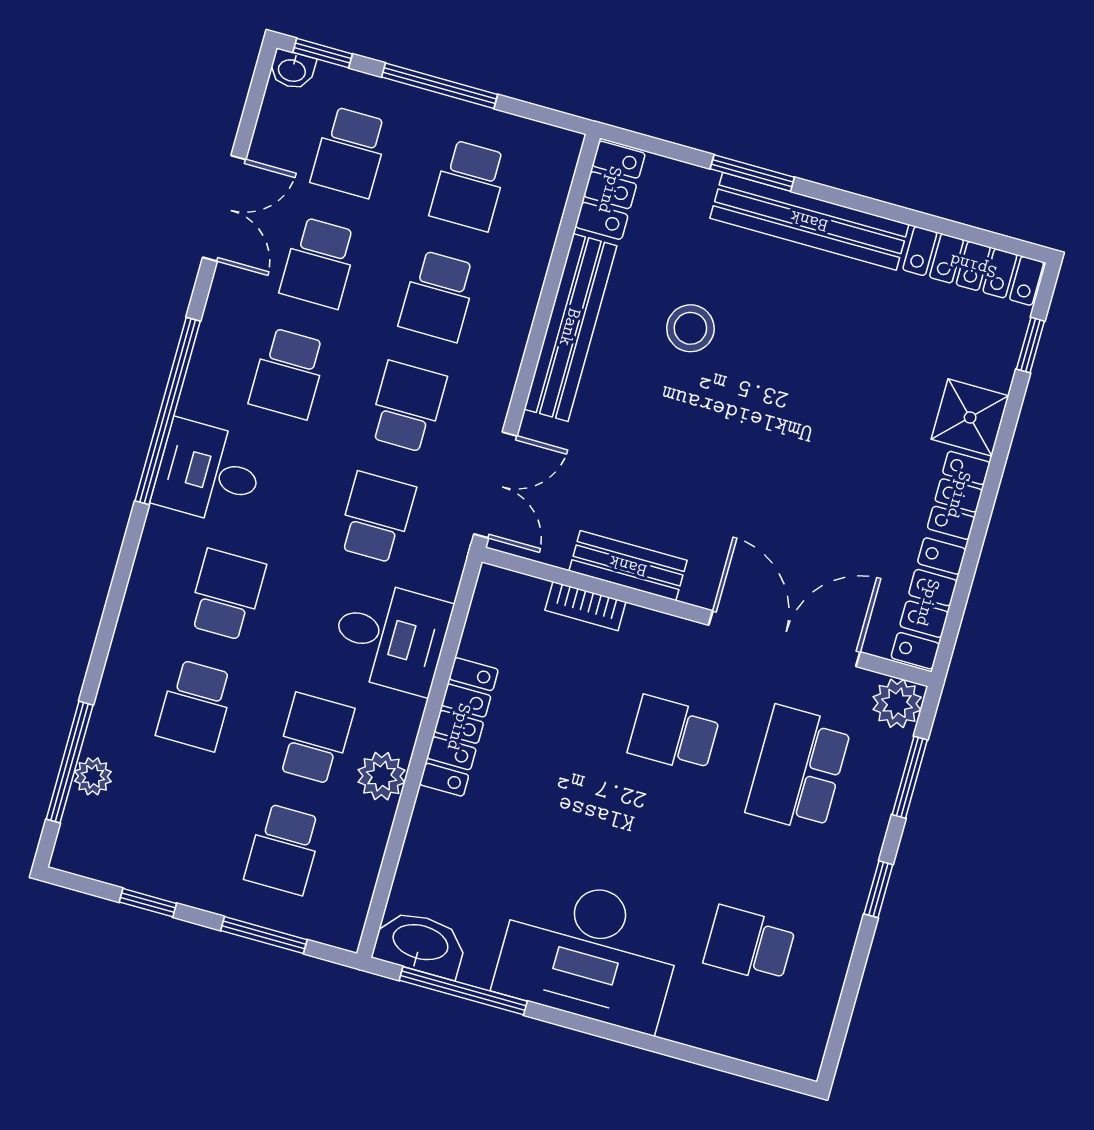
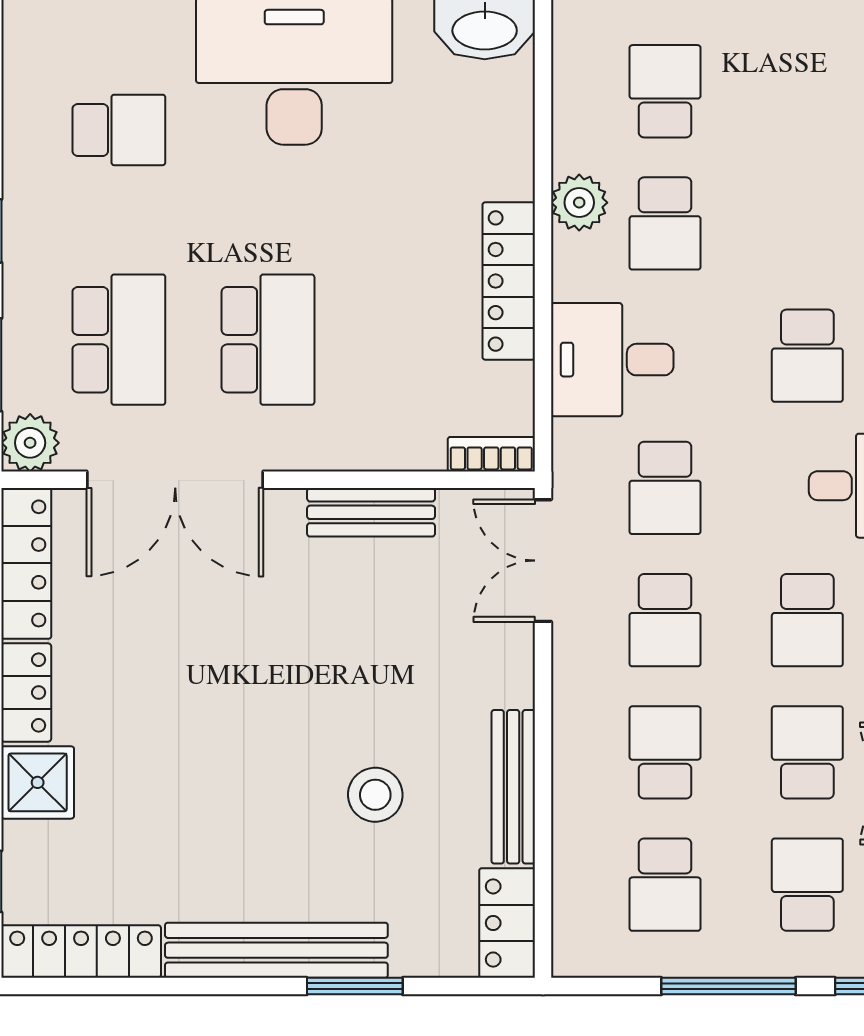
school desk: (469, 185) -> (665, 885), turned 180
bench: (570, 327) -> (513, 787), width x0.73, depth x0.82
school desk: (288, 373) -> (807, 620), turned 180
bookcase: (585, 606) -> (491, 454), moved
school desk: (196, 705) -> (807, 223), removed
school desk: (674, 734) -> (268, 340), width x1.85

